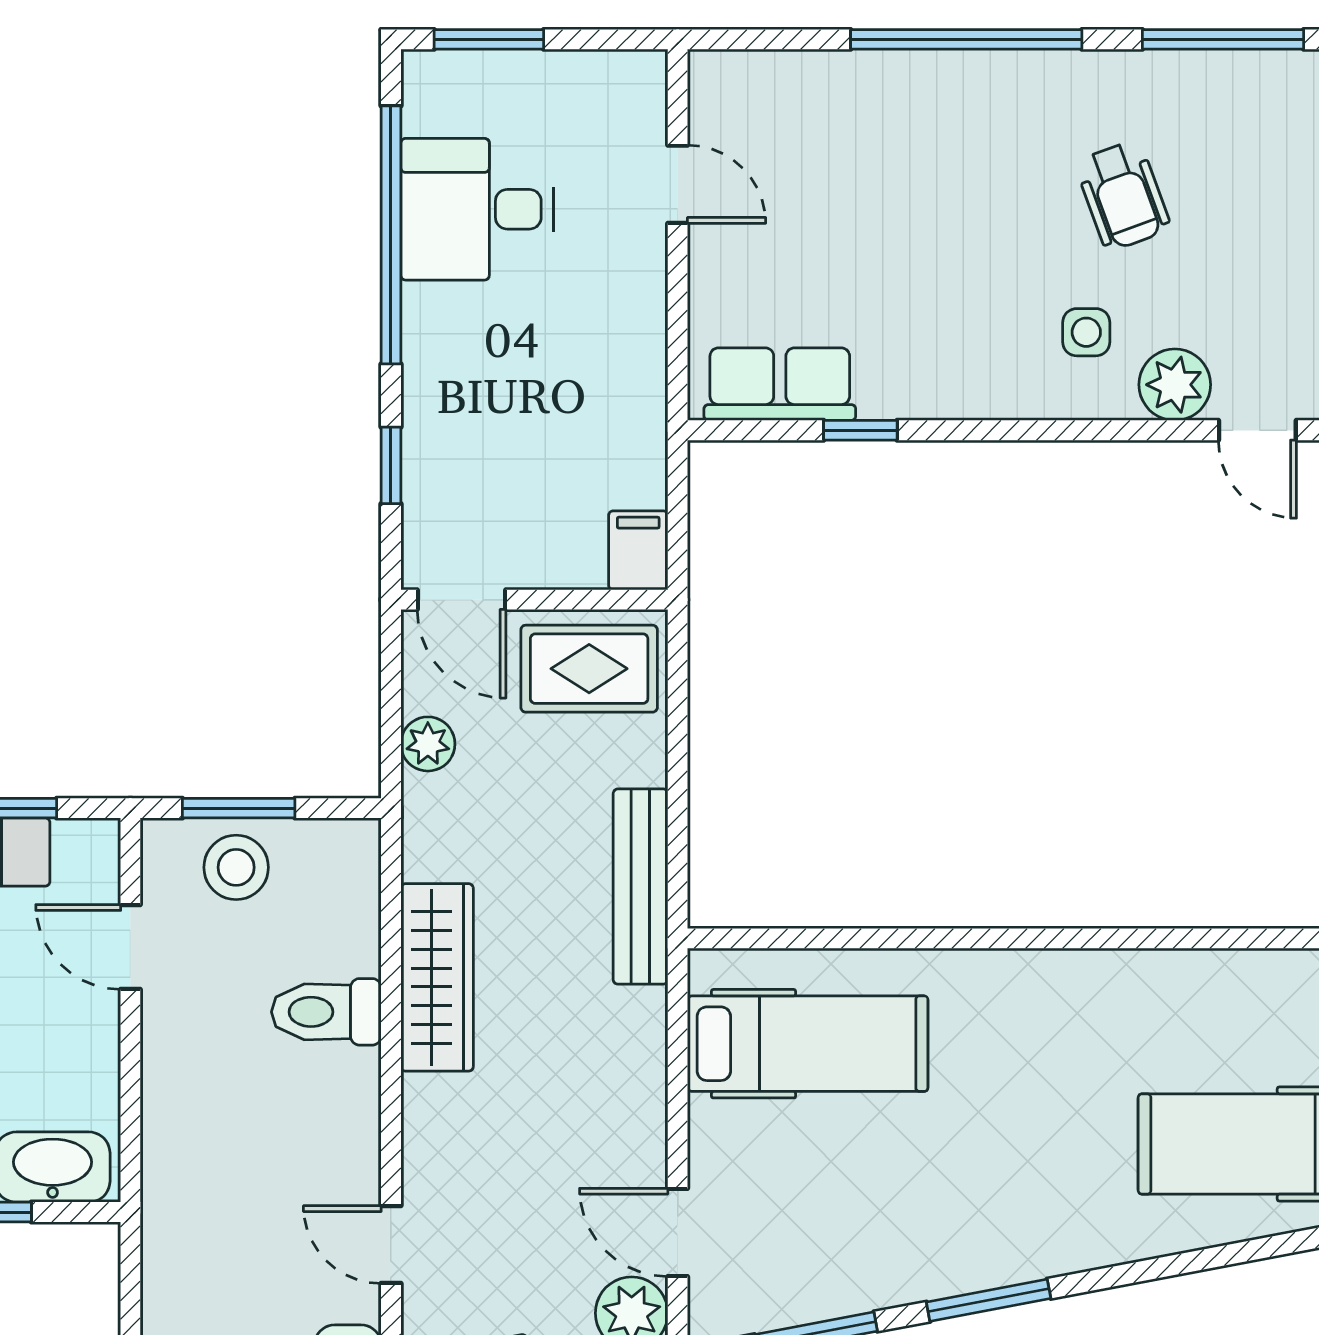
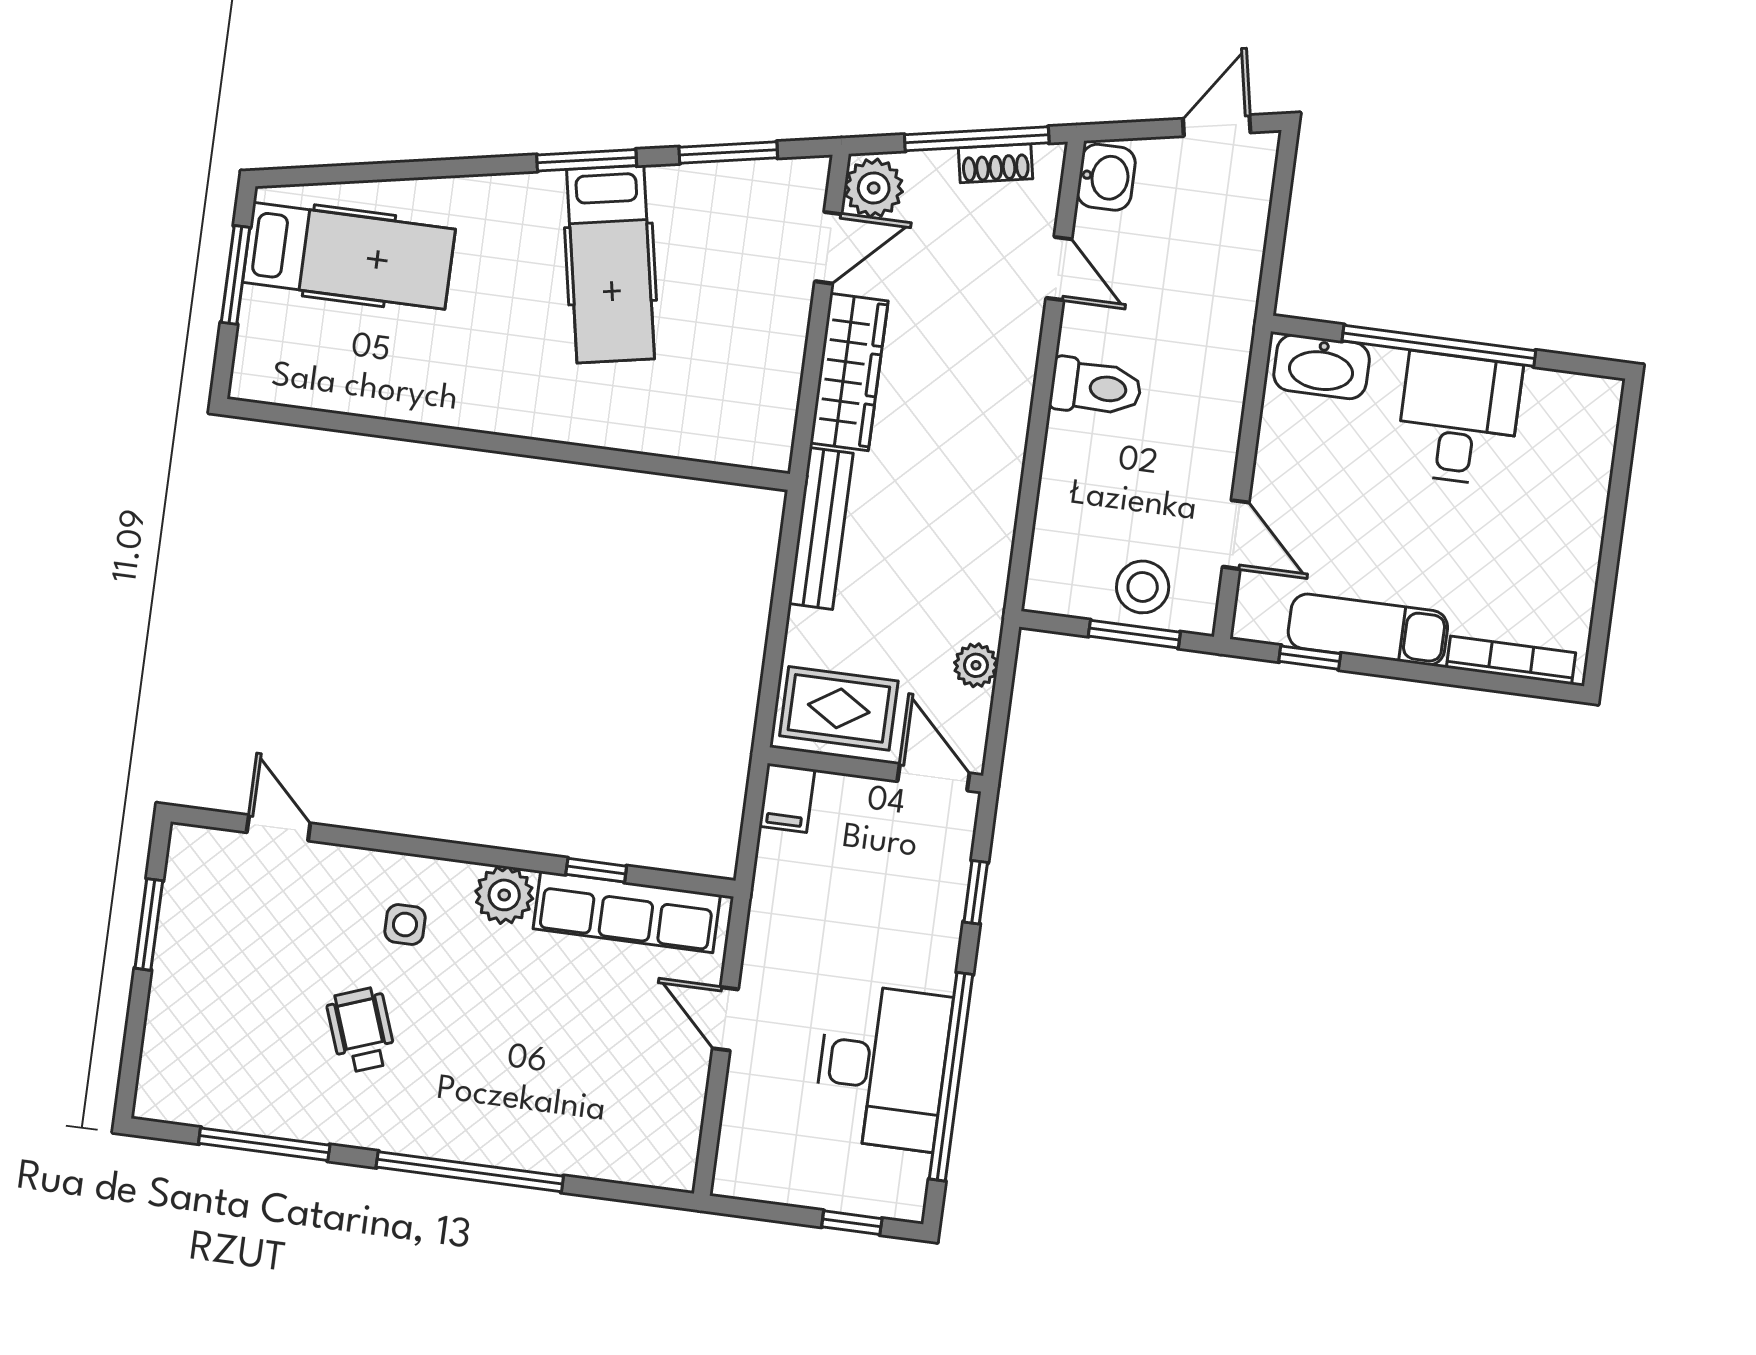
window: (489, 39) -> (852, 1223), width x0.67
door: (678, 184) -> (725, 1019), moved
desk: (477, 209) -> (882, 1067), width x1.37
row of seats: (780, 384) -> (627, 912), width x1.48
plant: (1175, 385) -> (504, 895), moved
wardrobe: (437, 977) -> (849, 372), moved, turned 180
toilet: (326, 1012) -> (1096, 387), moved
hospital bed: (808, 1044) -> (610, 264), moved, turned -101
door: (678, 1232) -> (828, 248), hinge flipped

